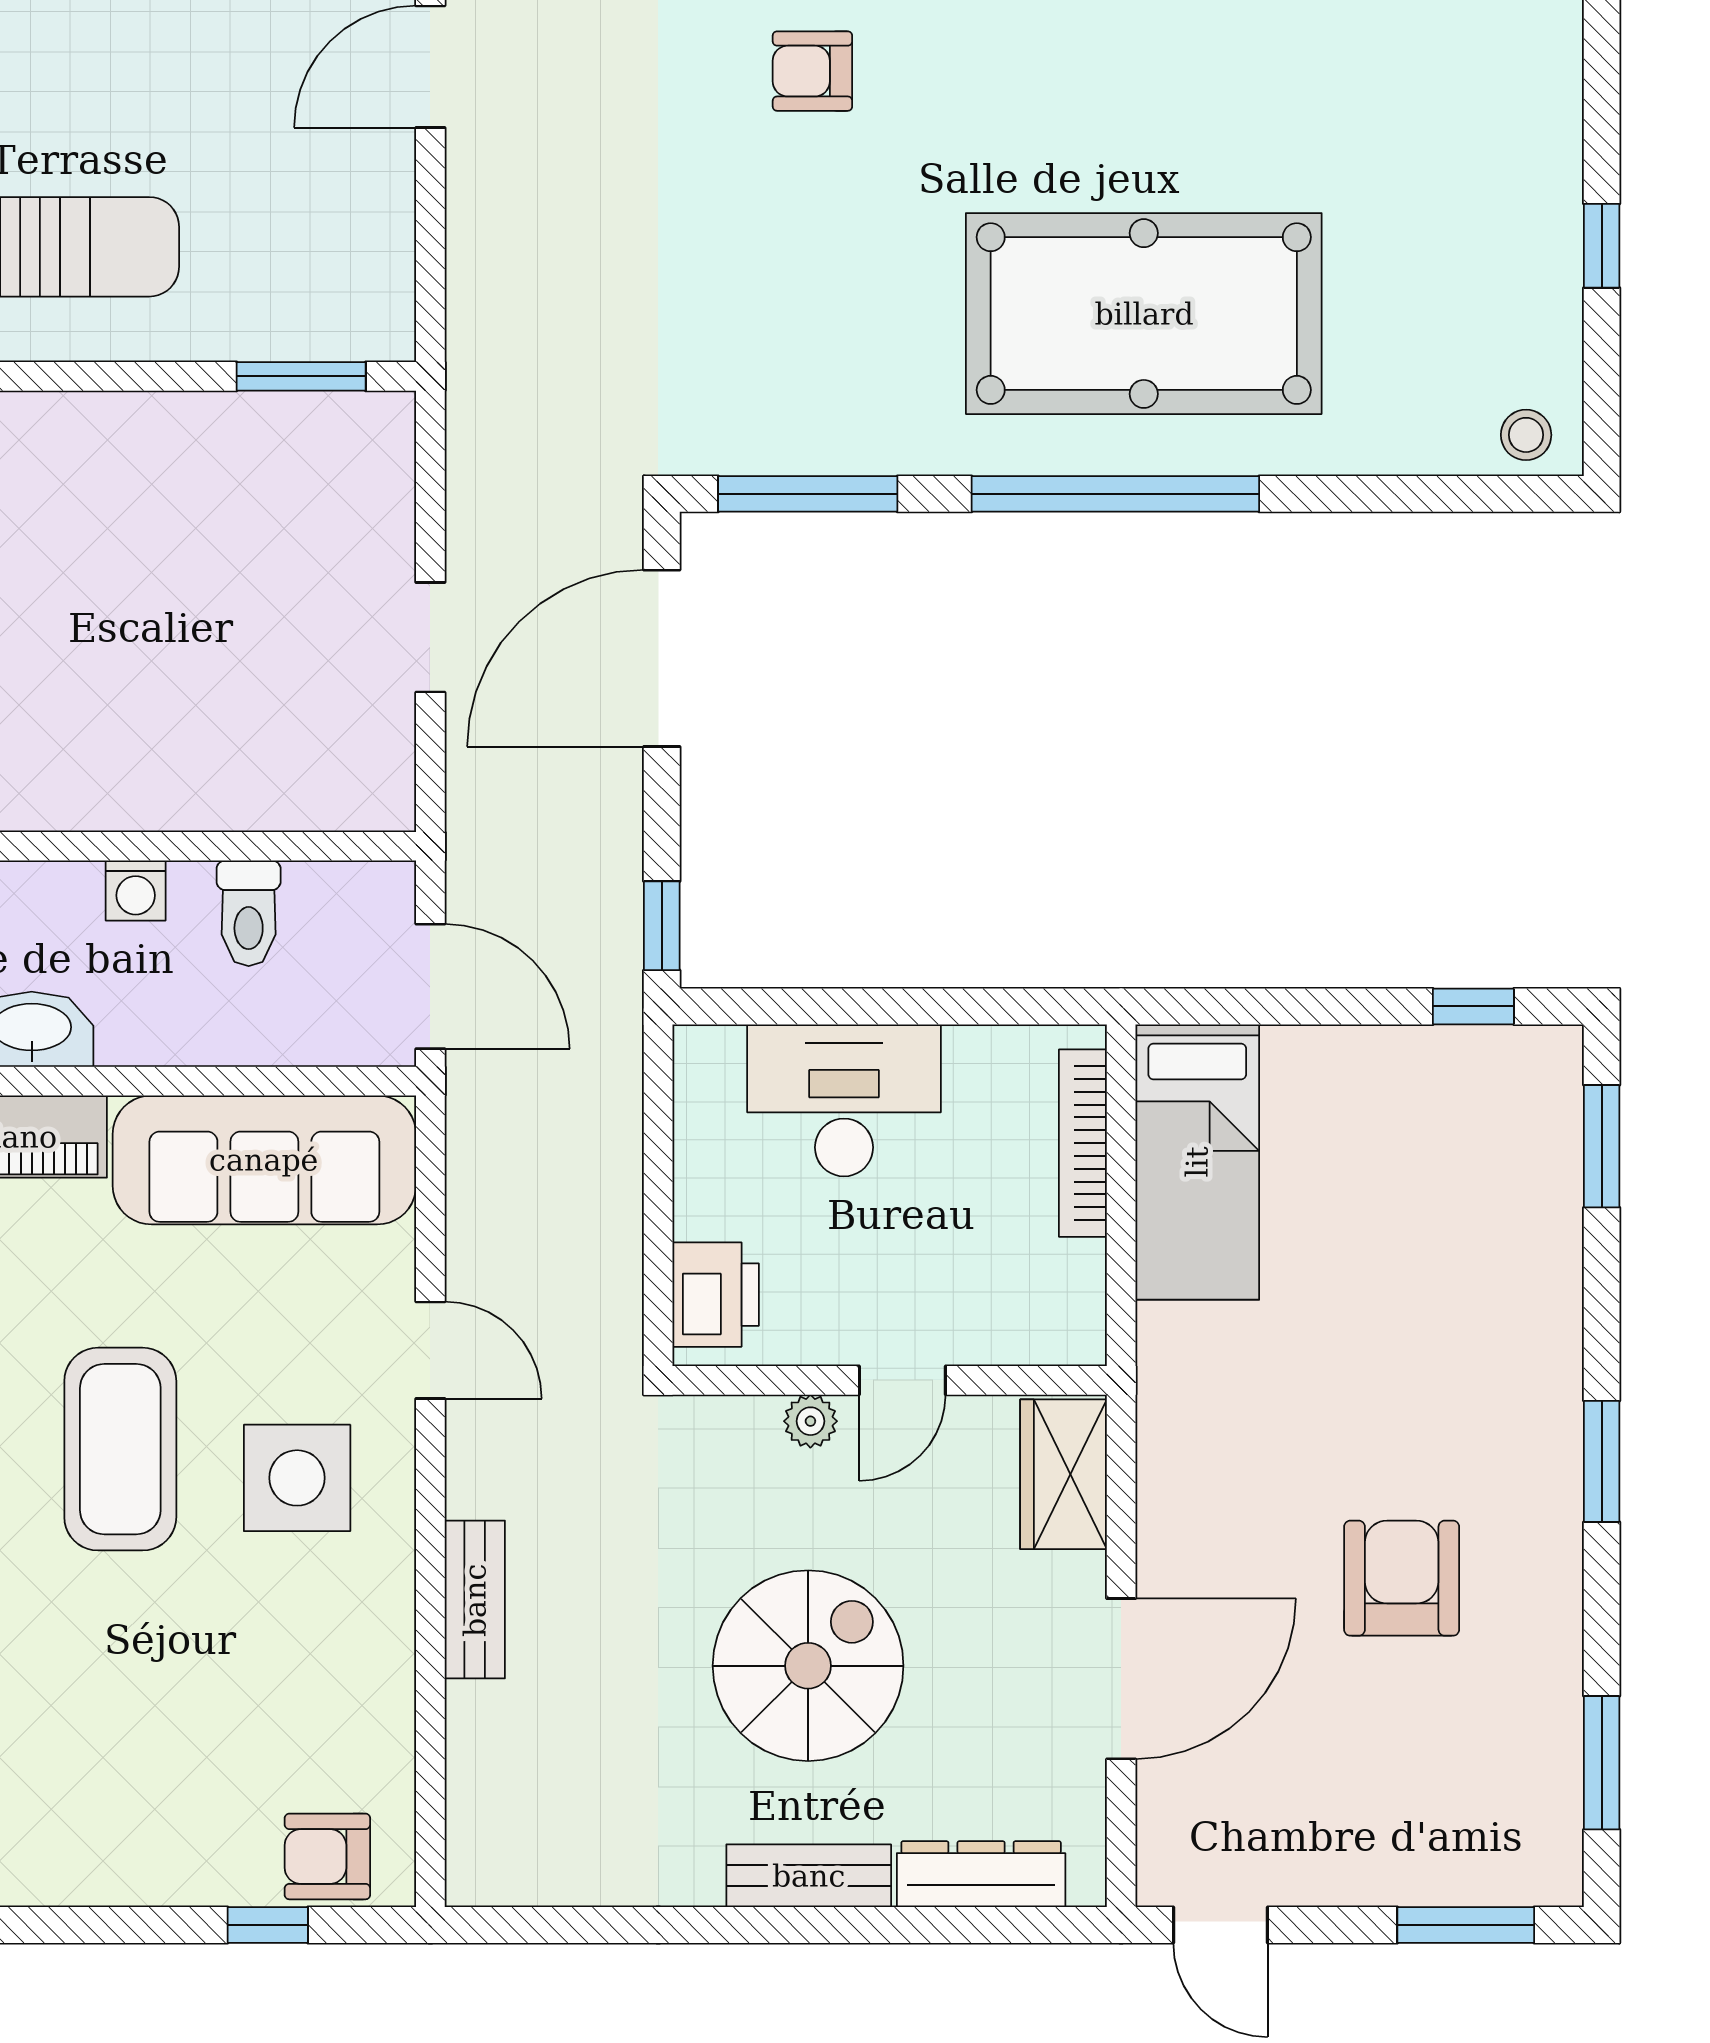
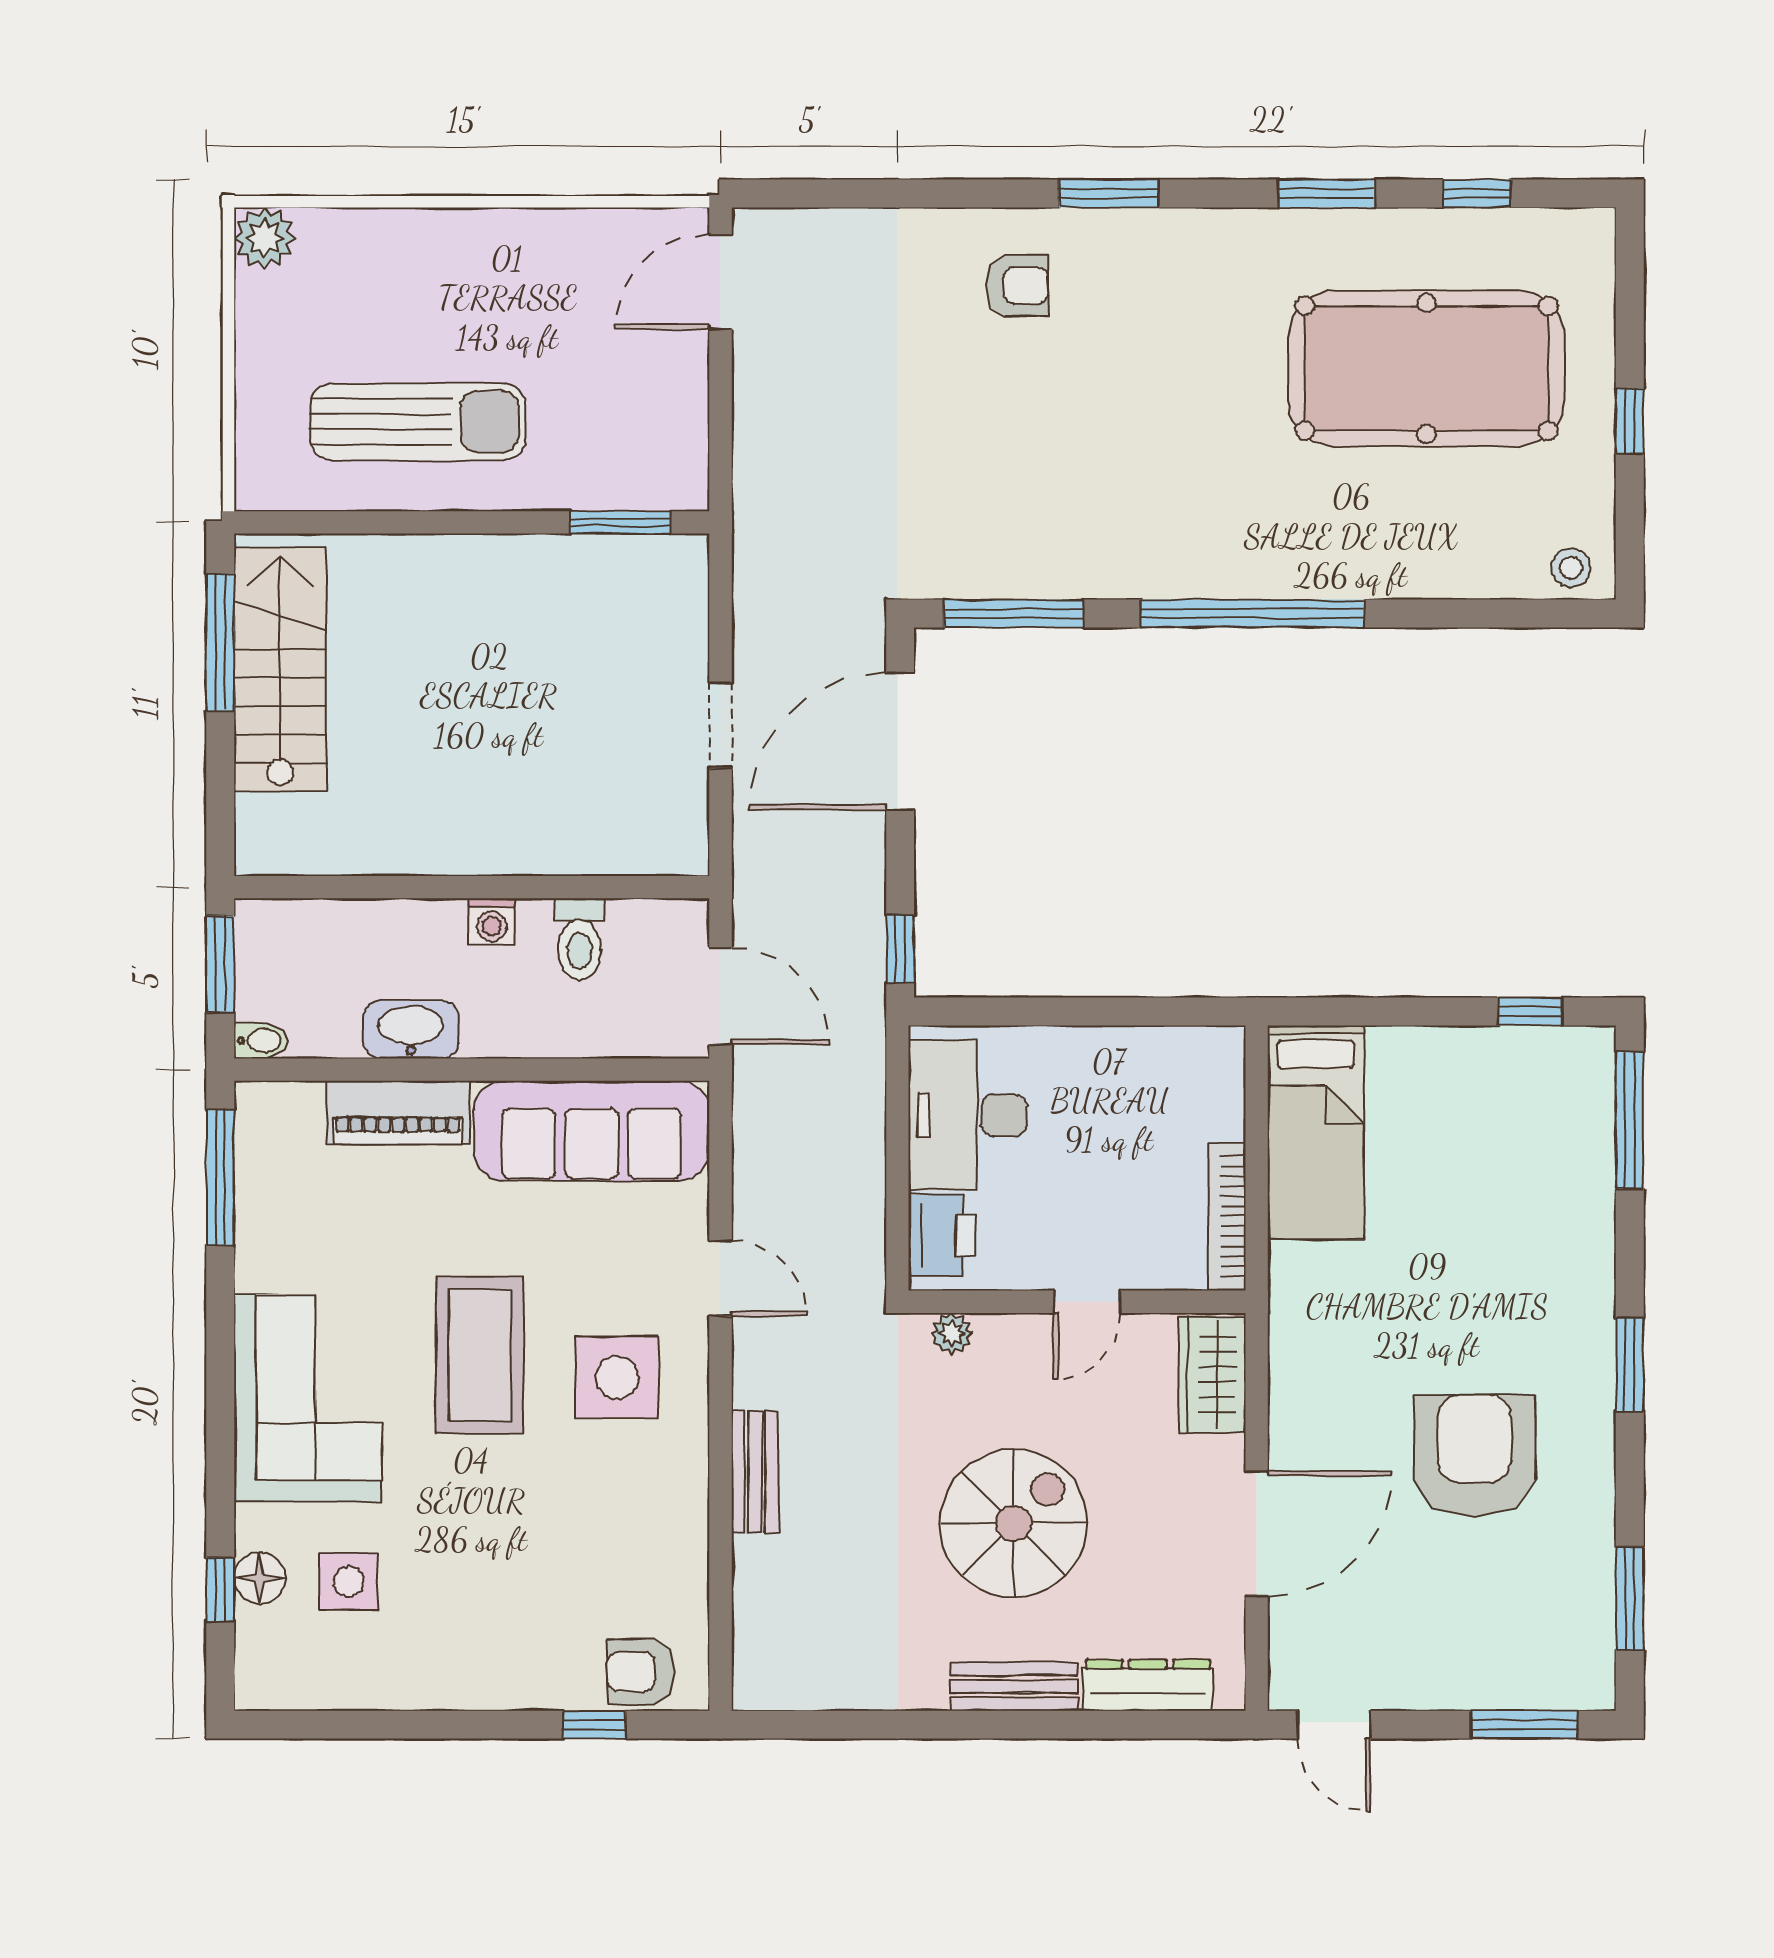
armchair: (812, 71) -> (1017, 285), turned 180
pool table: (1144, 314) -> (1427, 368), moved
desk: (844, 1100) -> (967, 1115), moved, turned -90
bookcase: (1083, 1143) -> (1227, 1216), moved
window: (1602, 1146) -> (1630, 1120), width x1.44
plant: (810, 1421) -> (952, 1334), moved
armchair: (1402, 1578) -> (1475, 1455), width x1.36, depth x1.36

